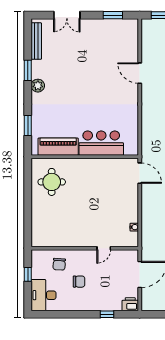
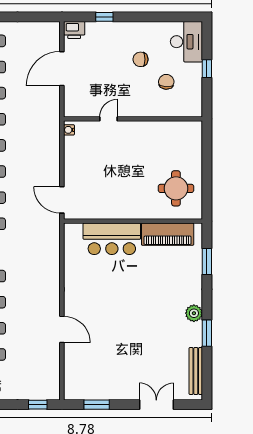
wall: (85, 248) -> (133, 119), moved
door: (104, 248) -> (109, 119), moved

